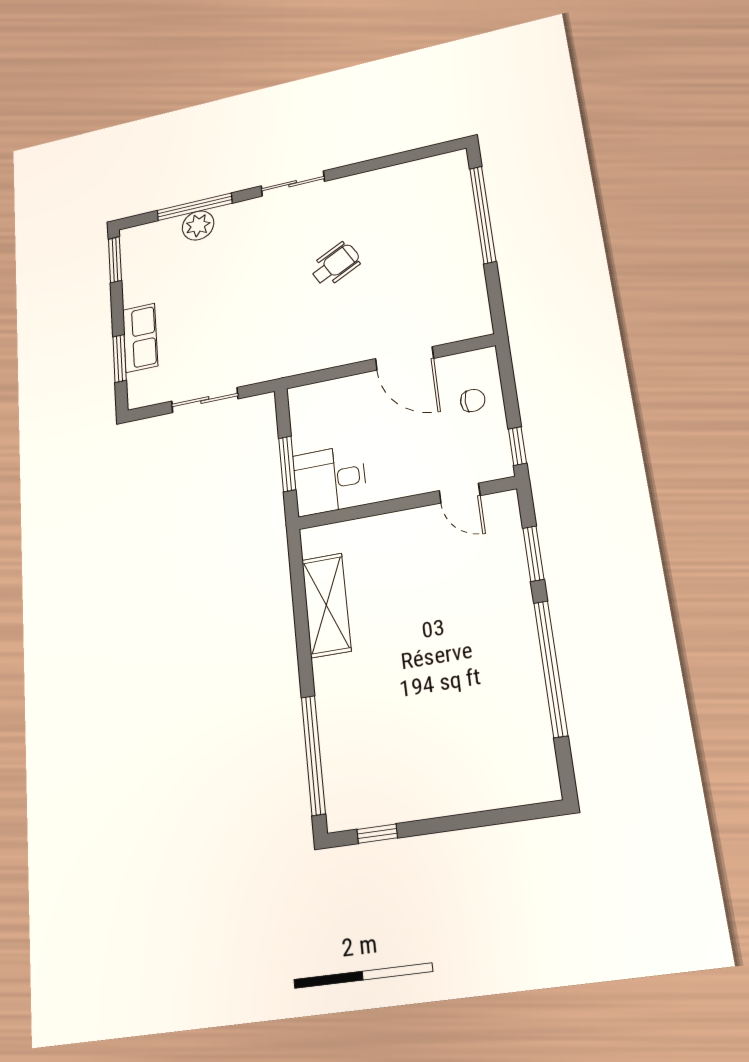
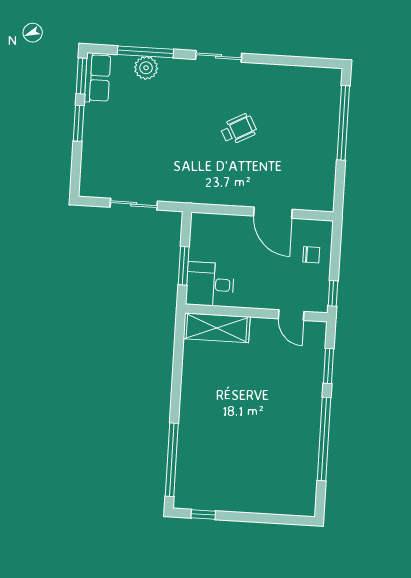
row of seats: (140, 338) -> (97, 78), moved
window: (120, 358) -> (79, 123), moved
shelving: (326, 605) -> (217, 328), moved, turned 90

